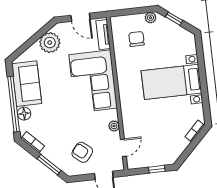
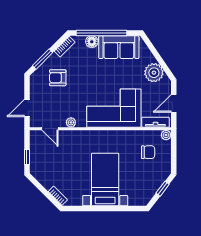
plant: (150, 18) -> (166, 135), moved
armchair: (82, 152) -> (58, 78), moved, turned -130

